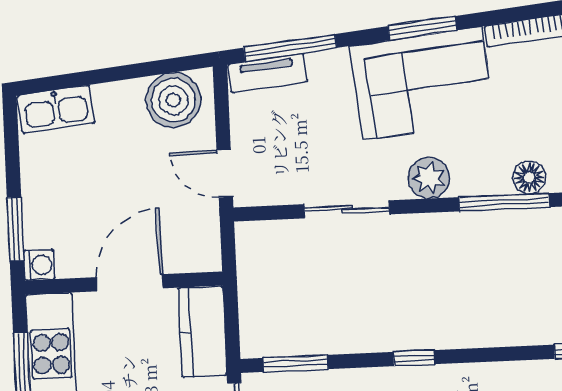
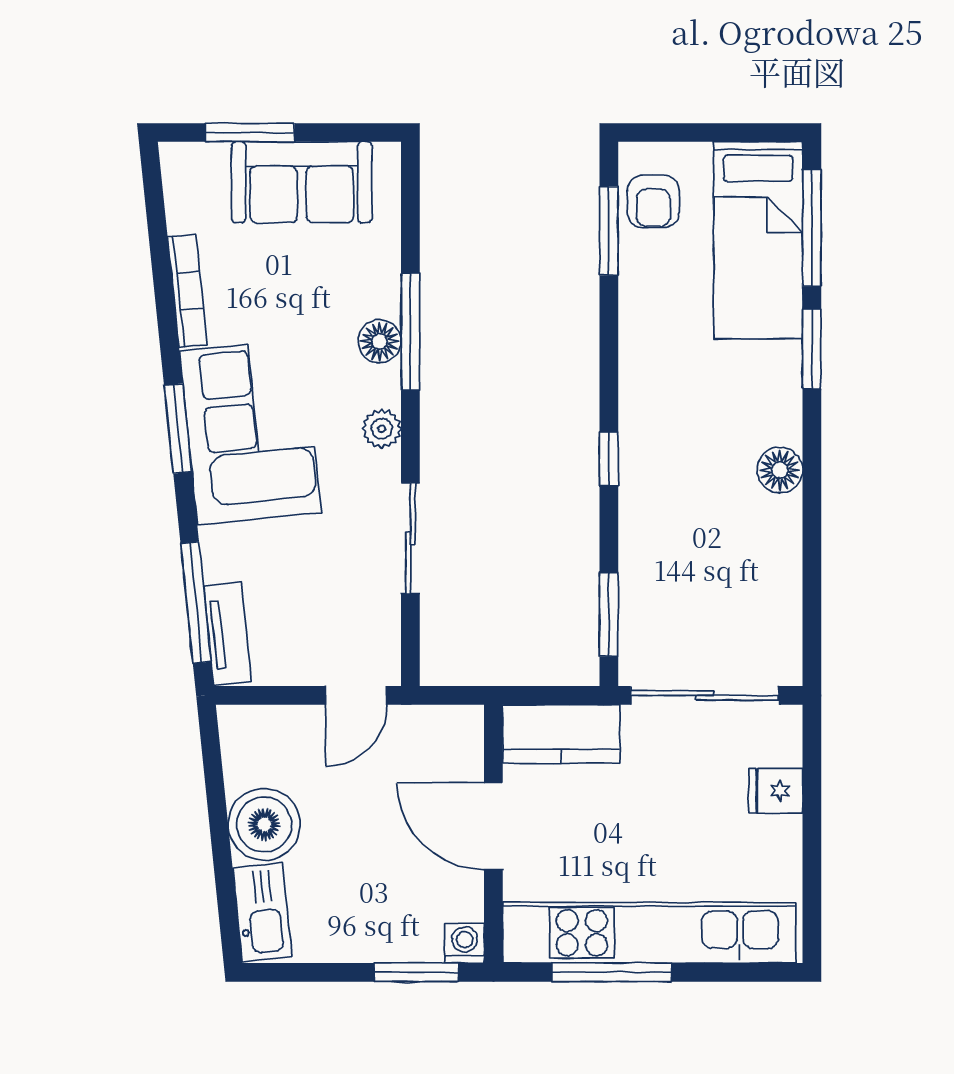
boiler: (173, 100) -> (264, 824), moved
plant: (429, 178) -> (382, 429), width x0.73, depth x0.73
floor lamp: (529, 178) -> (380, 341), moved

